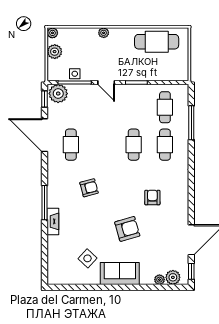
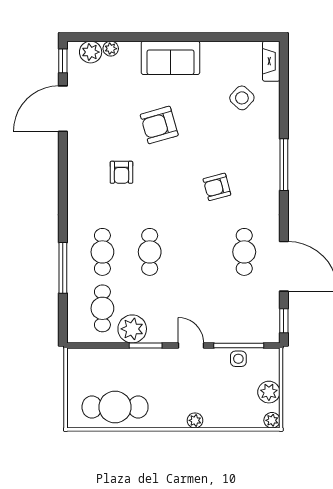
plant: (58, 94) -> (132, 329), moved
window: (191, 123) -> (63, 268), moved
fireplace: (53, 221) -> (271, 61), moved
side table: (88, 258) -> (242, 98), moved

